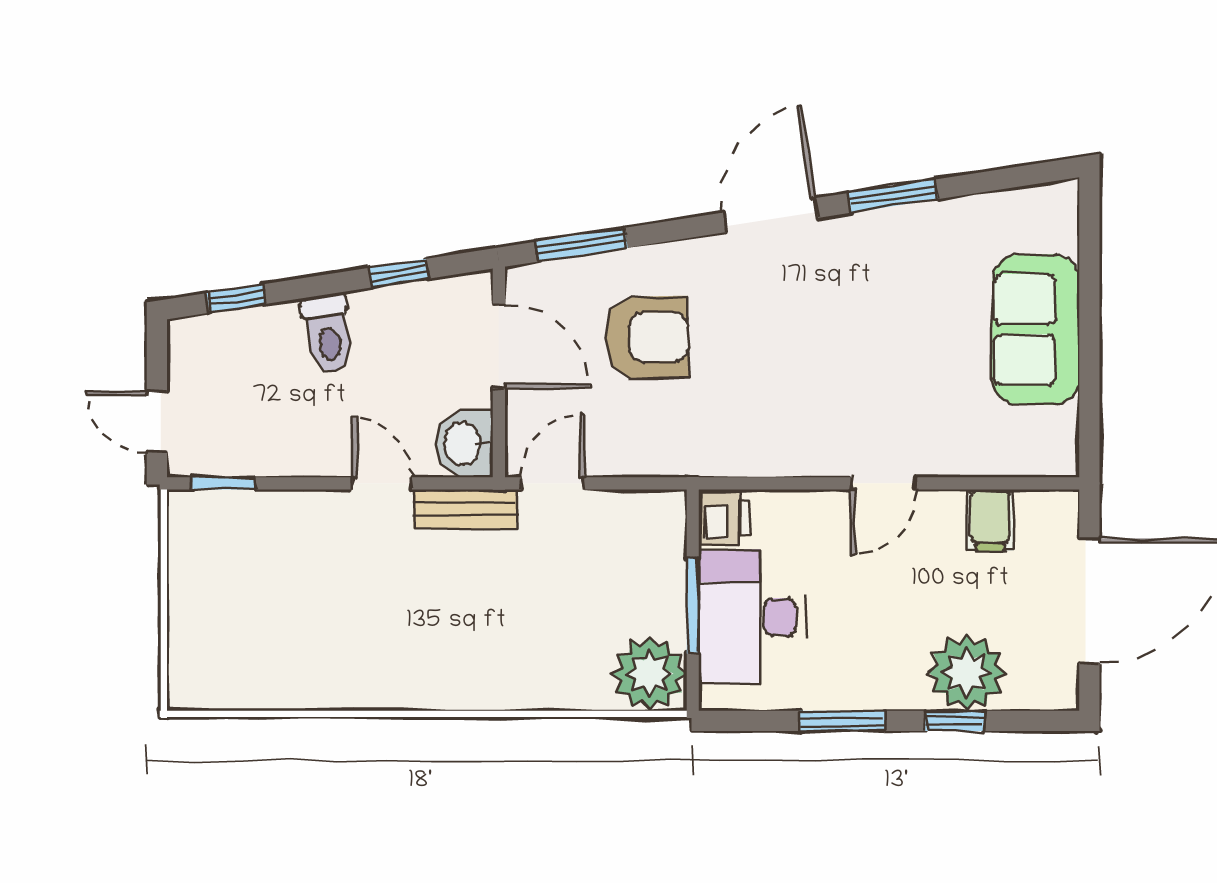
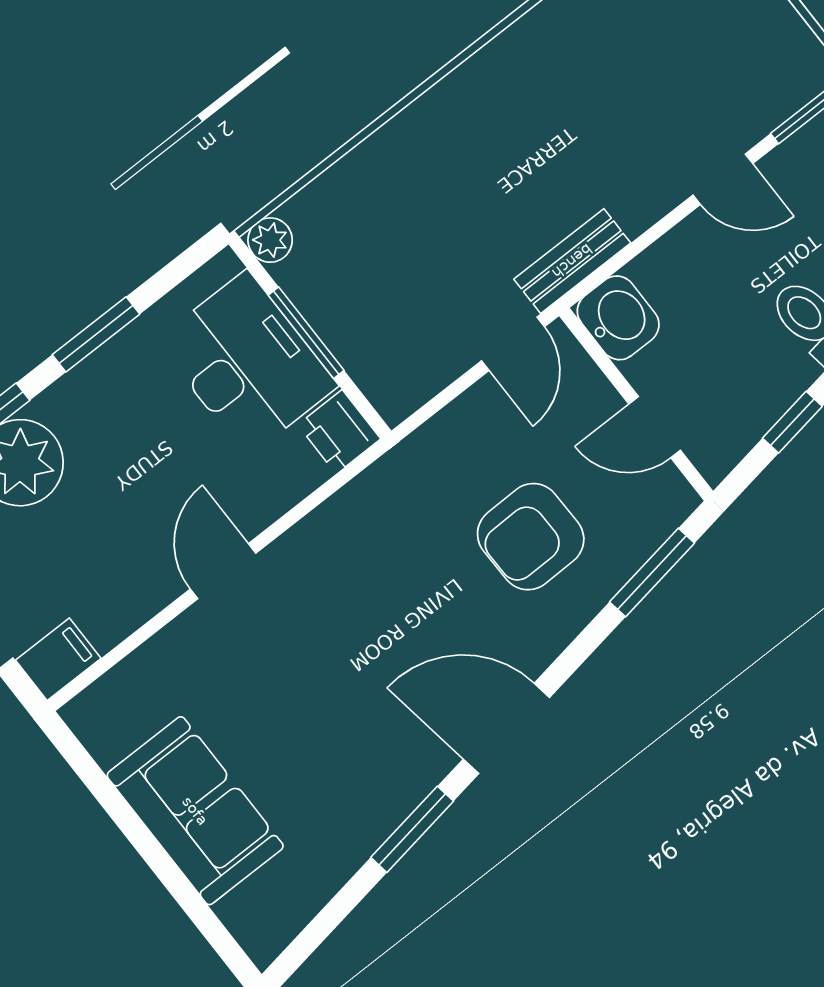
door: (770, 215) -> (506, 728), swing flipped
door: (499, 346) -> (655, 427), width x0.73
door: (382, 483) -> (723, 179), moved
filing cabinet: (990, 520) -> (58, 659), moved, turned 90
plant: (649, 674) -> (270, 240), width x0.53, depth x0.53

